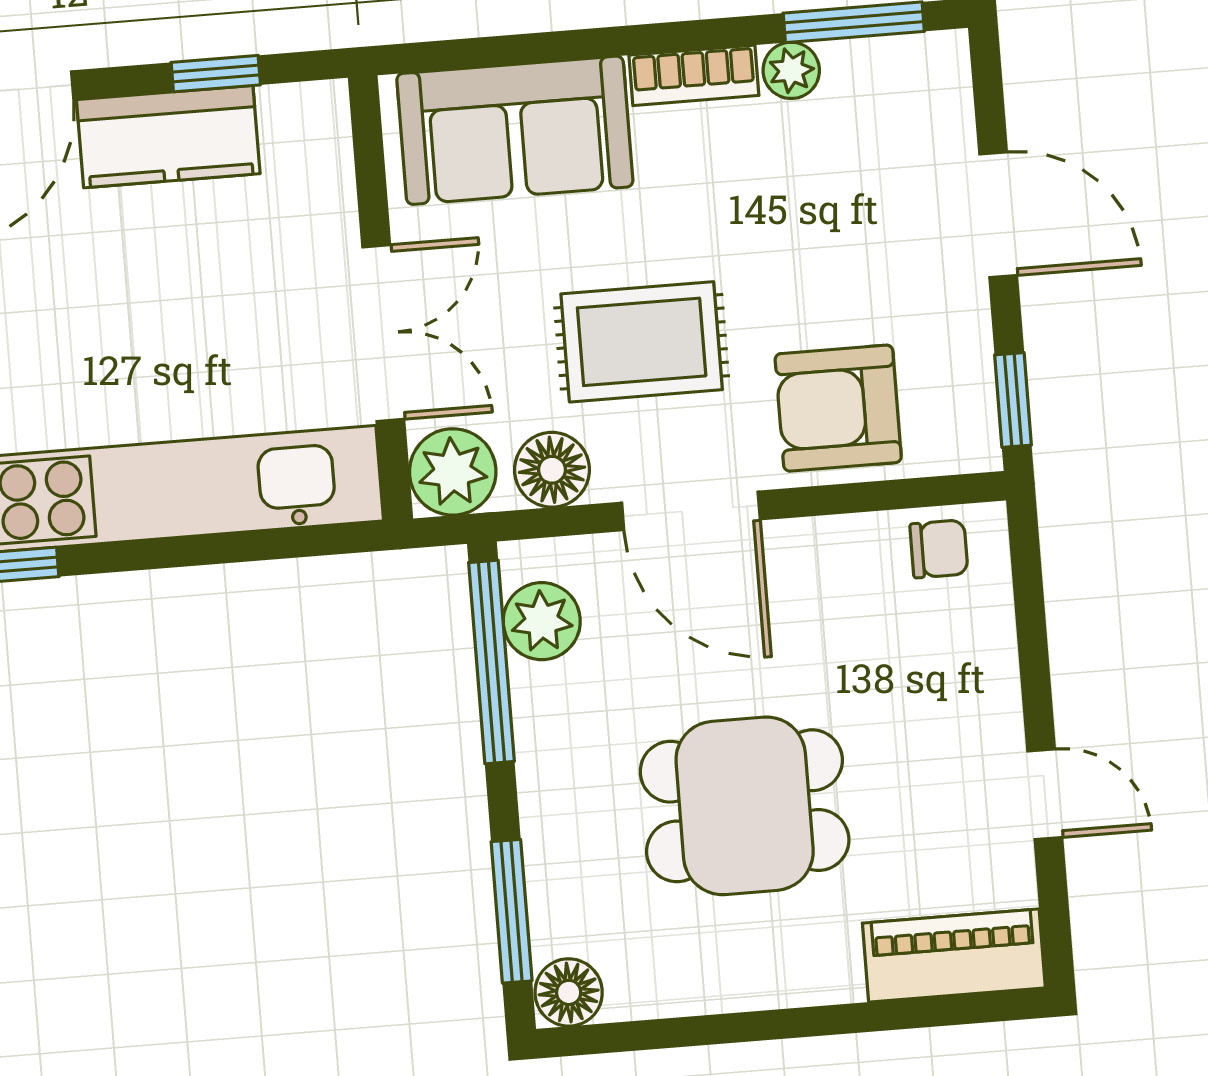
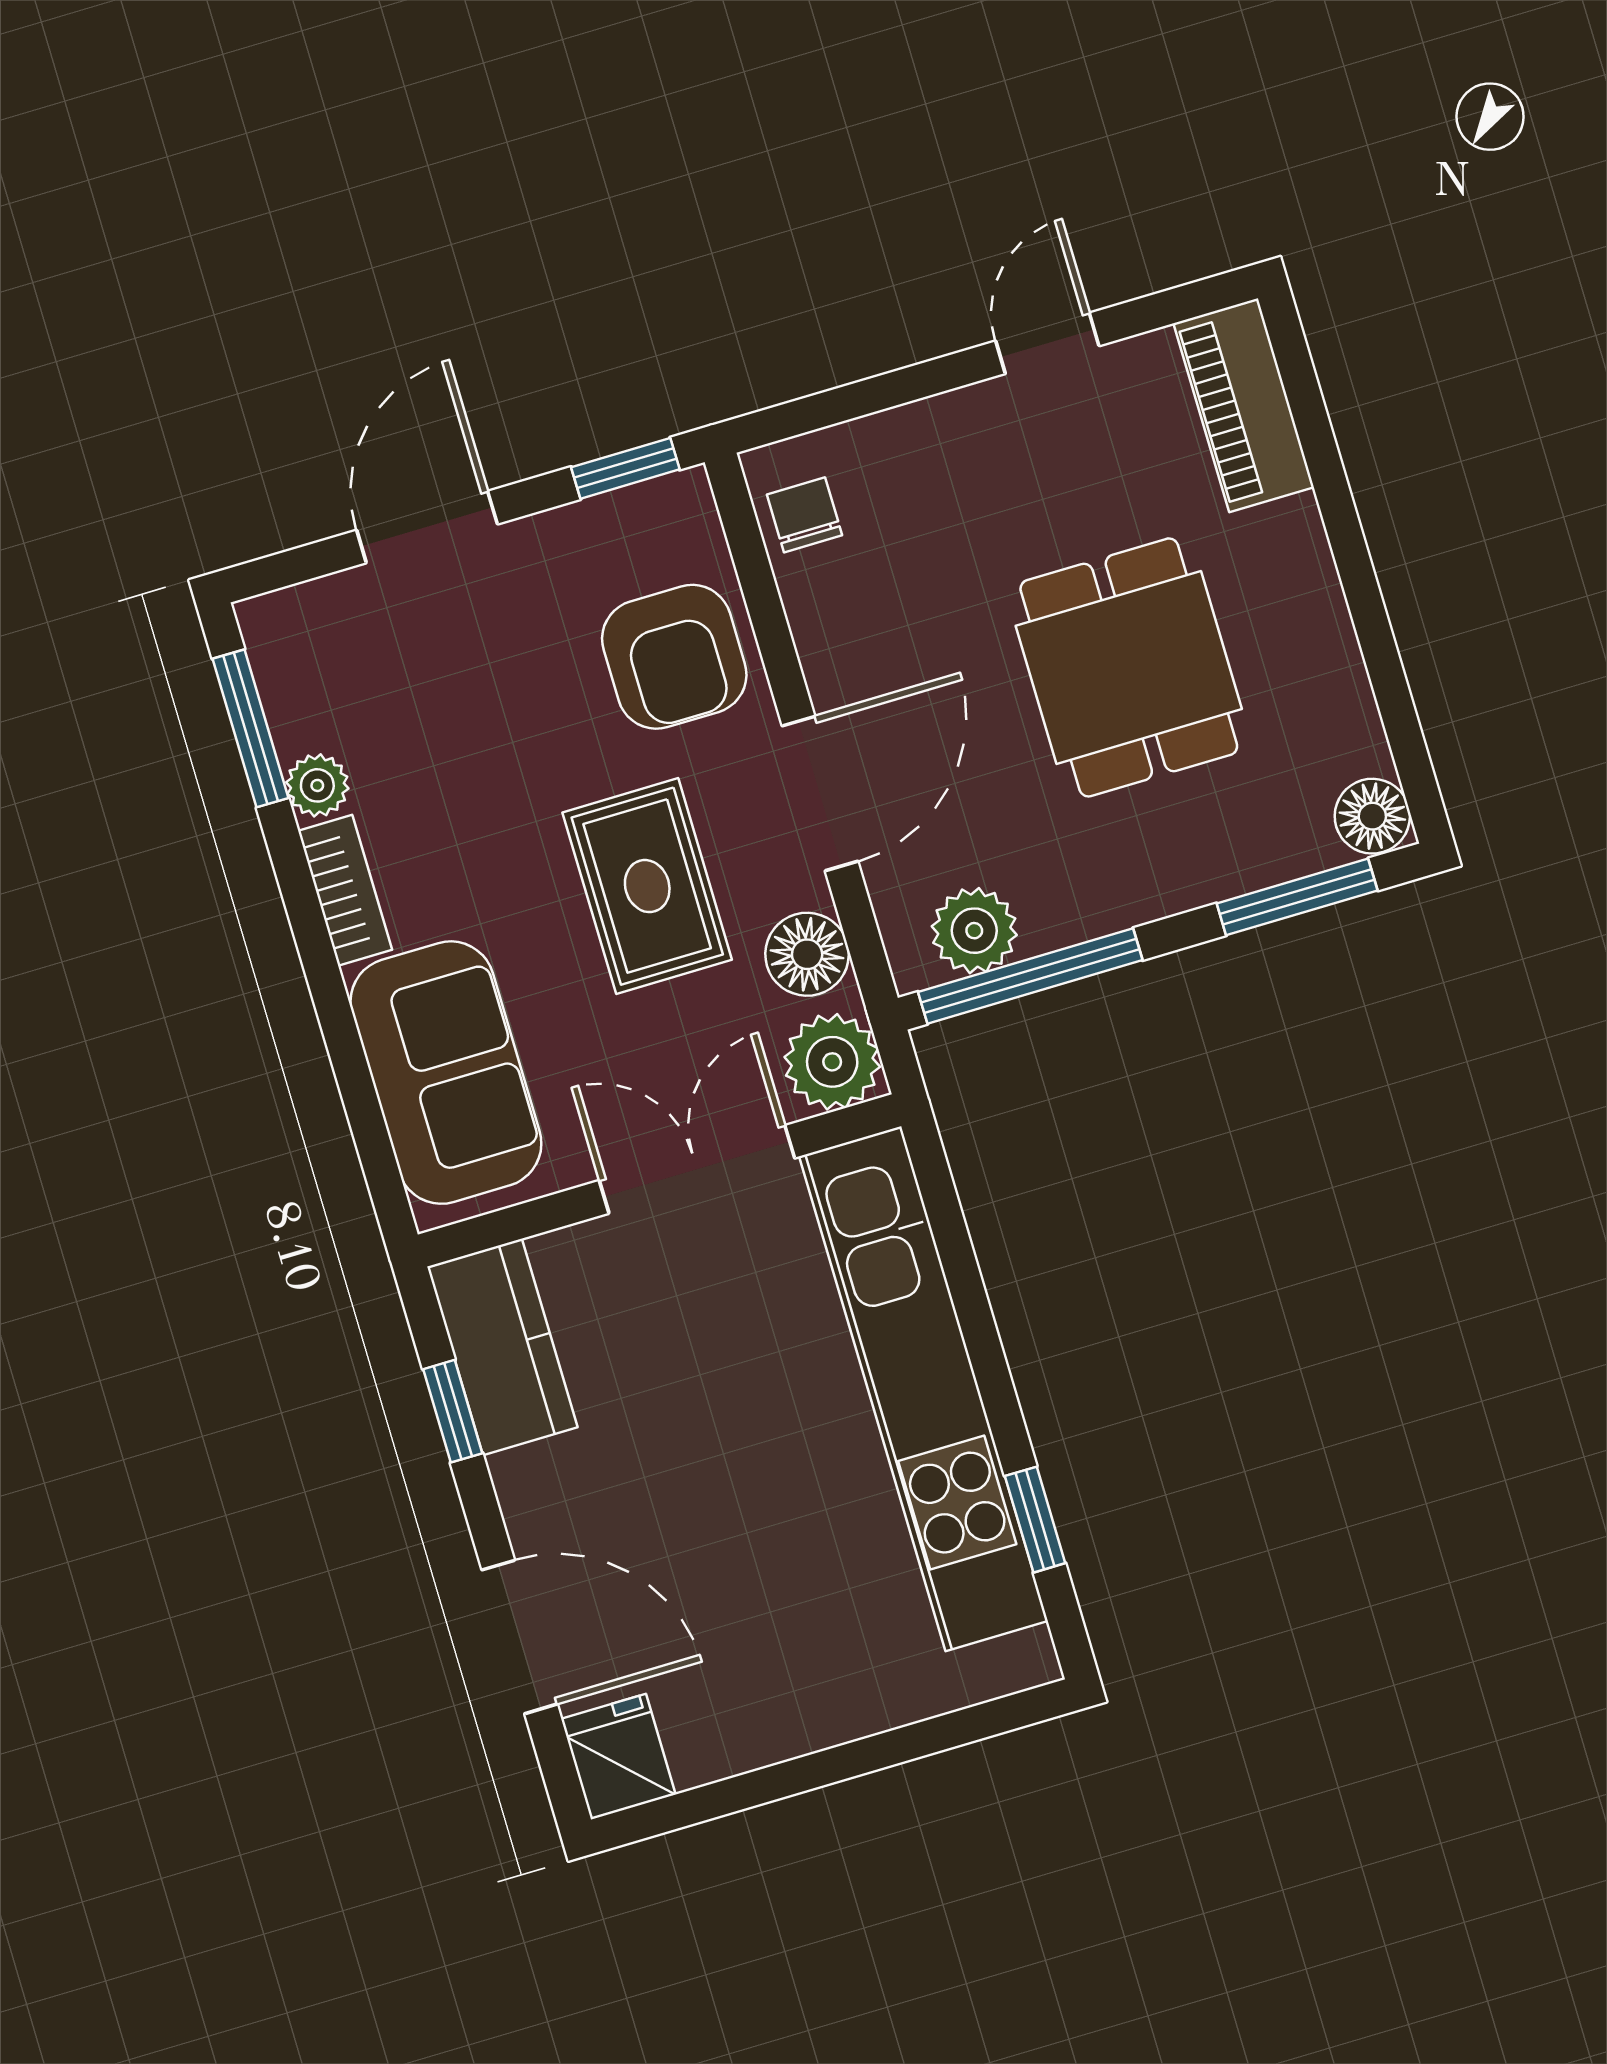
kitchen counter: (168, 137) -> (502, 1347), moved

